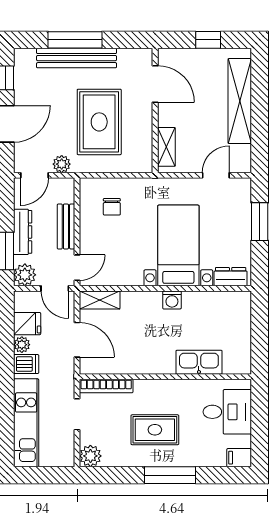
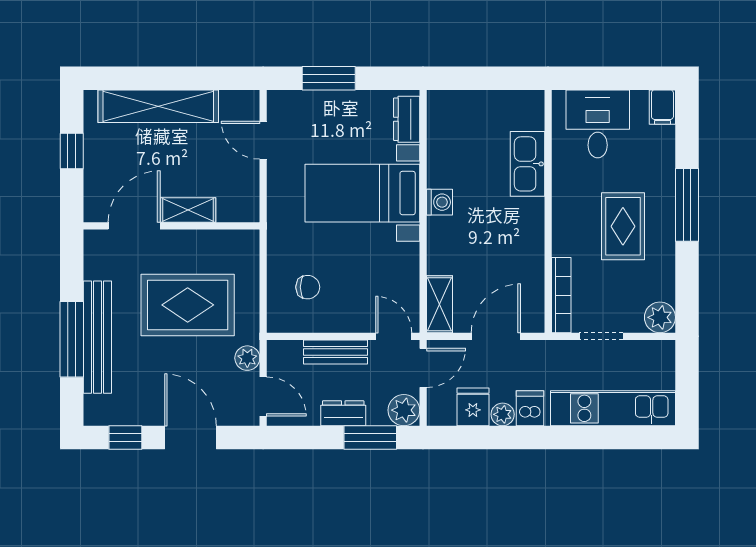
shelving: (166, 147) -> (188, 210), moved
dresser: (23, 232) -> (343, 413), width x0.70

